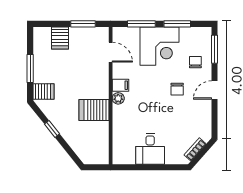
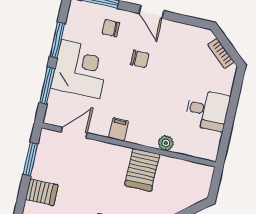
plant: (118, 98) -> (166, 143), moved

